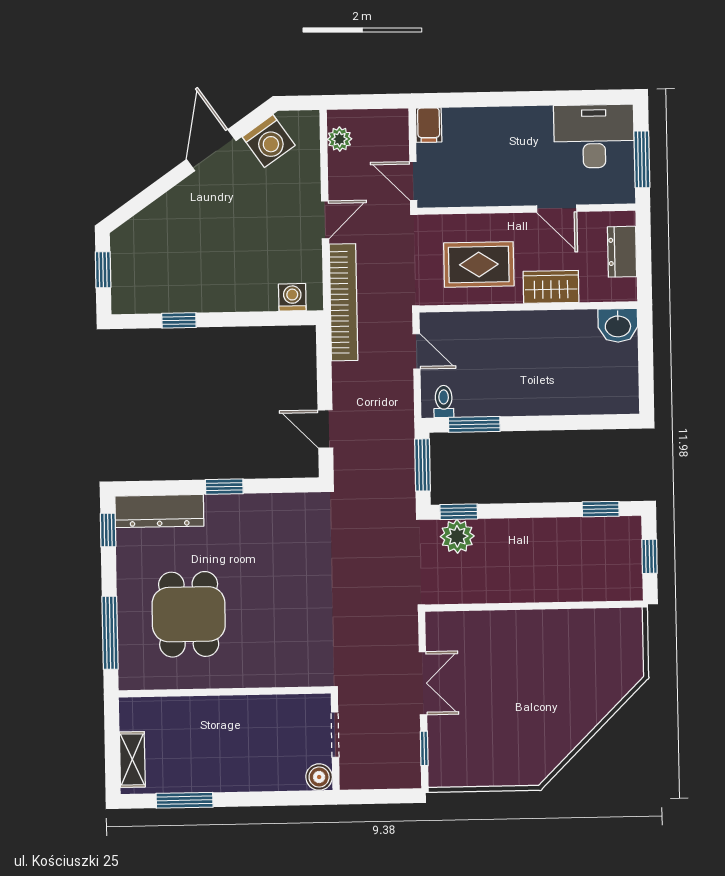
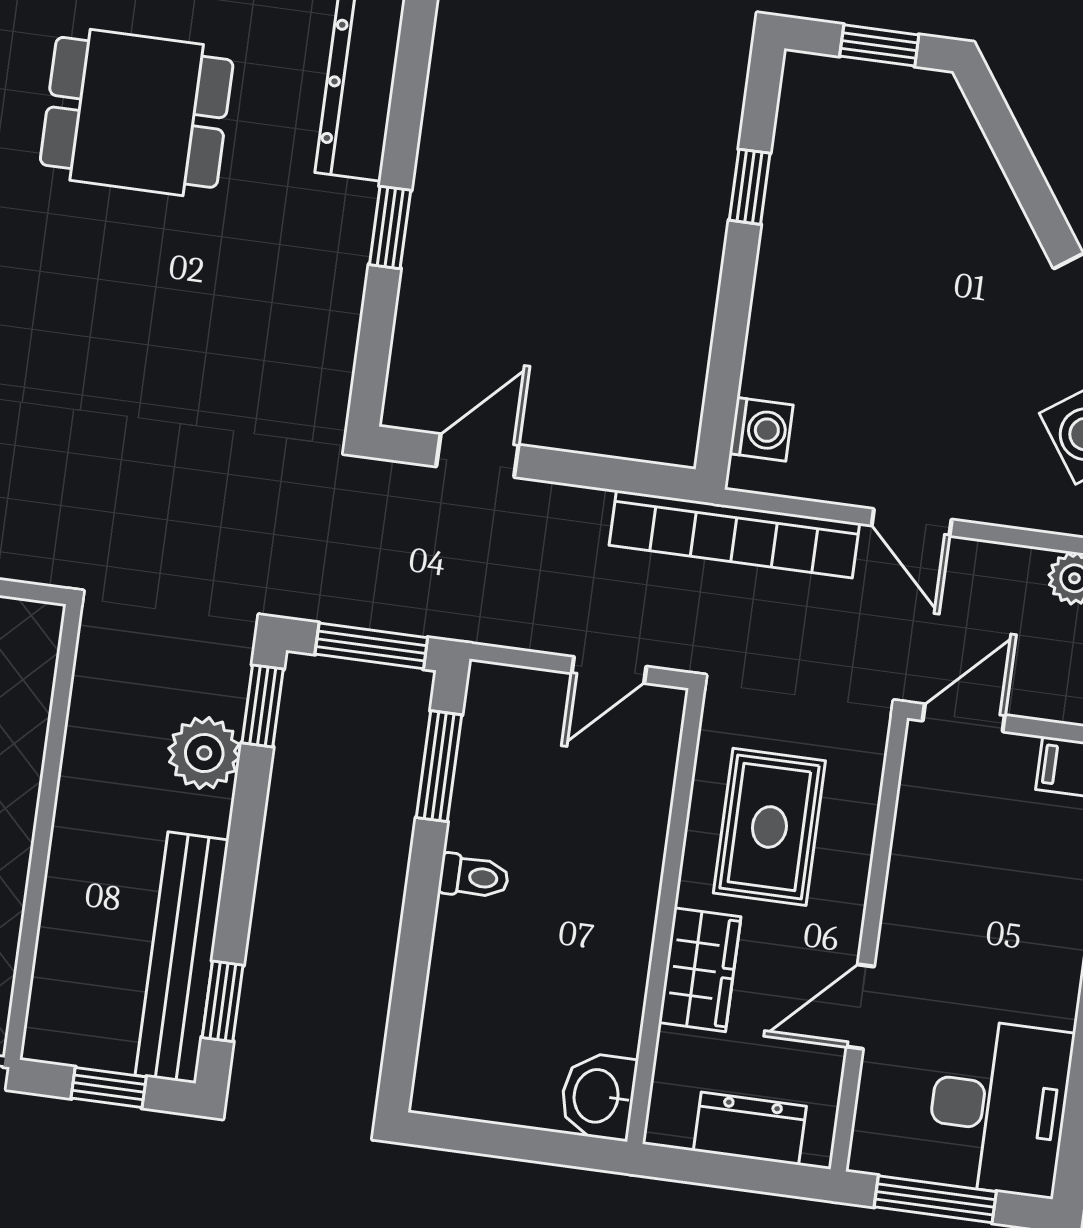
toilet: (444, 401) -> (474, 877), moved
bench: (583, 531) -> (182, 958), added
plant: (457, 536) -> (204, 753), moved

